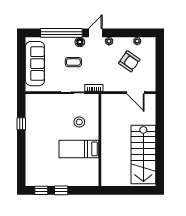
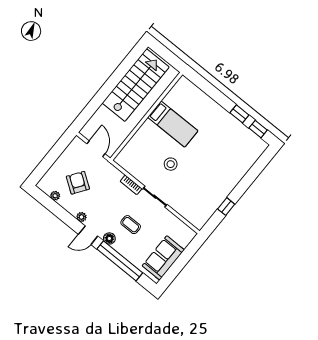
sofa: (35, 64) -> (163, 258), width x0.73
wall: (100, 140) -> (146, 116), moved
bed: (79, 149) -> (173, 124), moved

